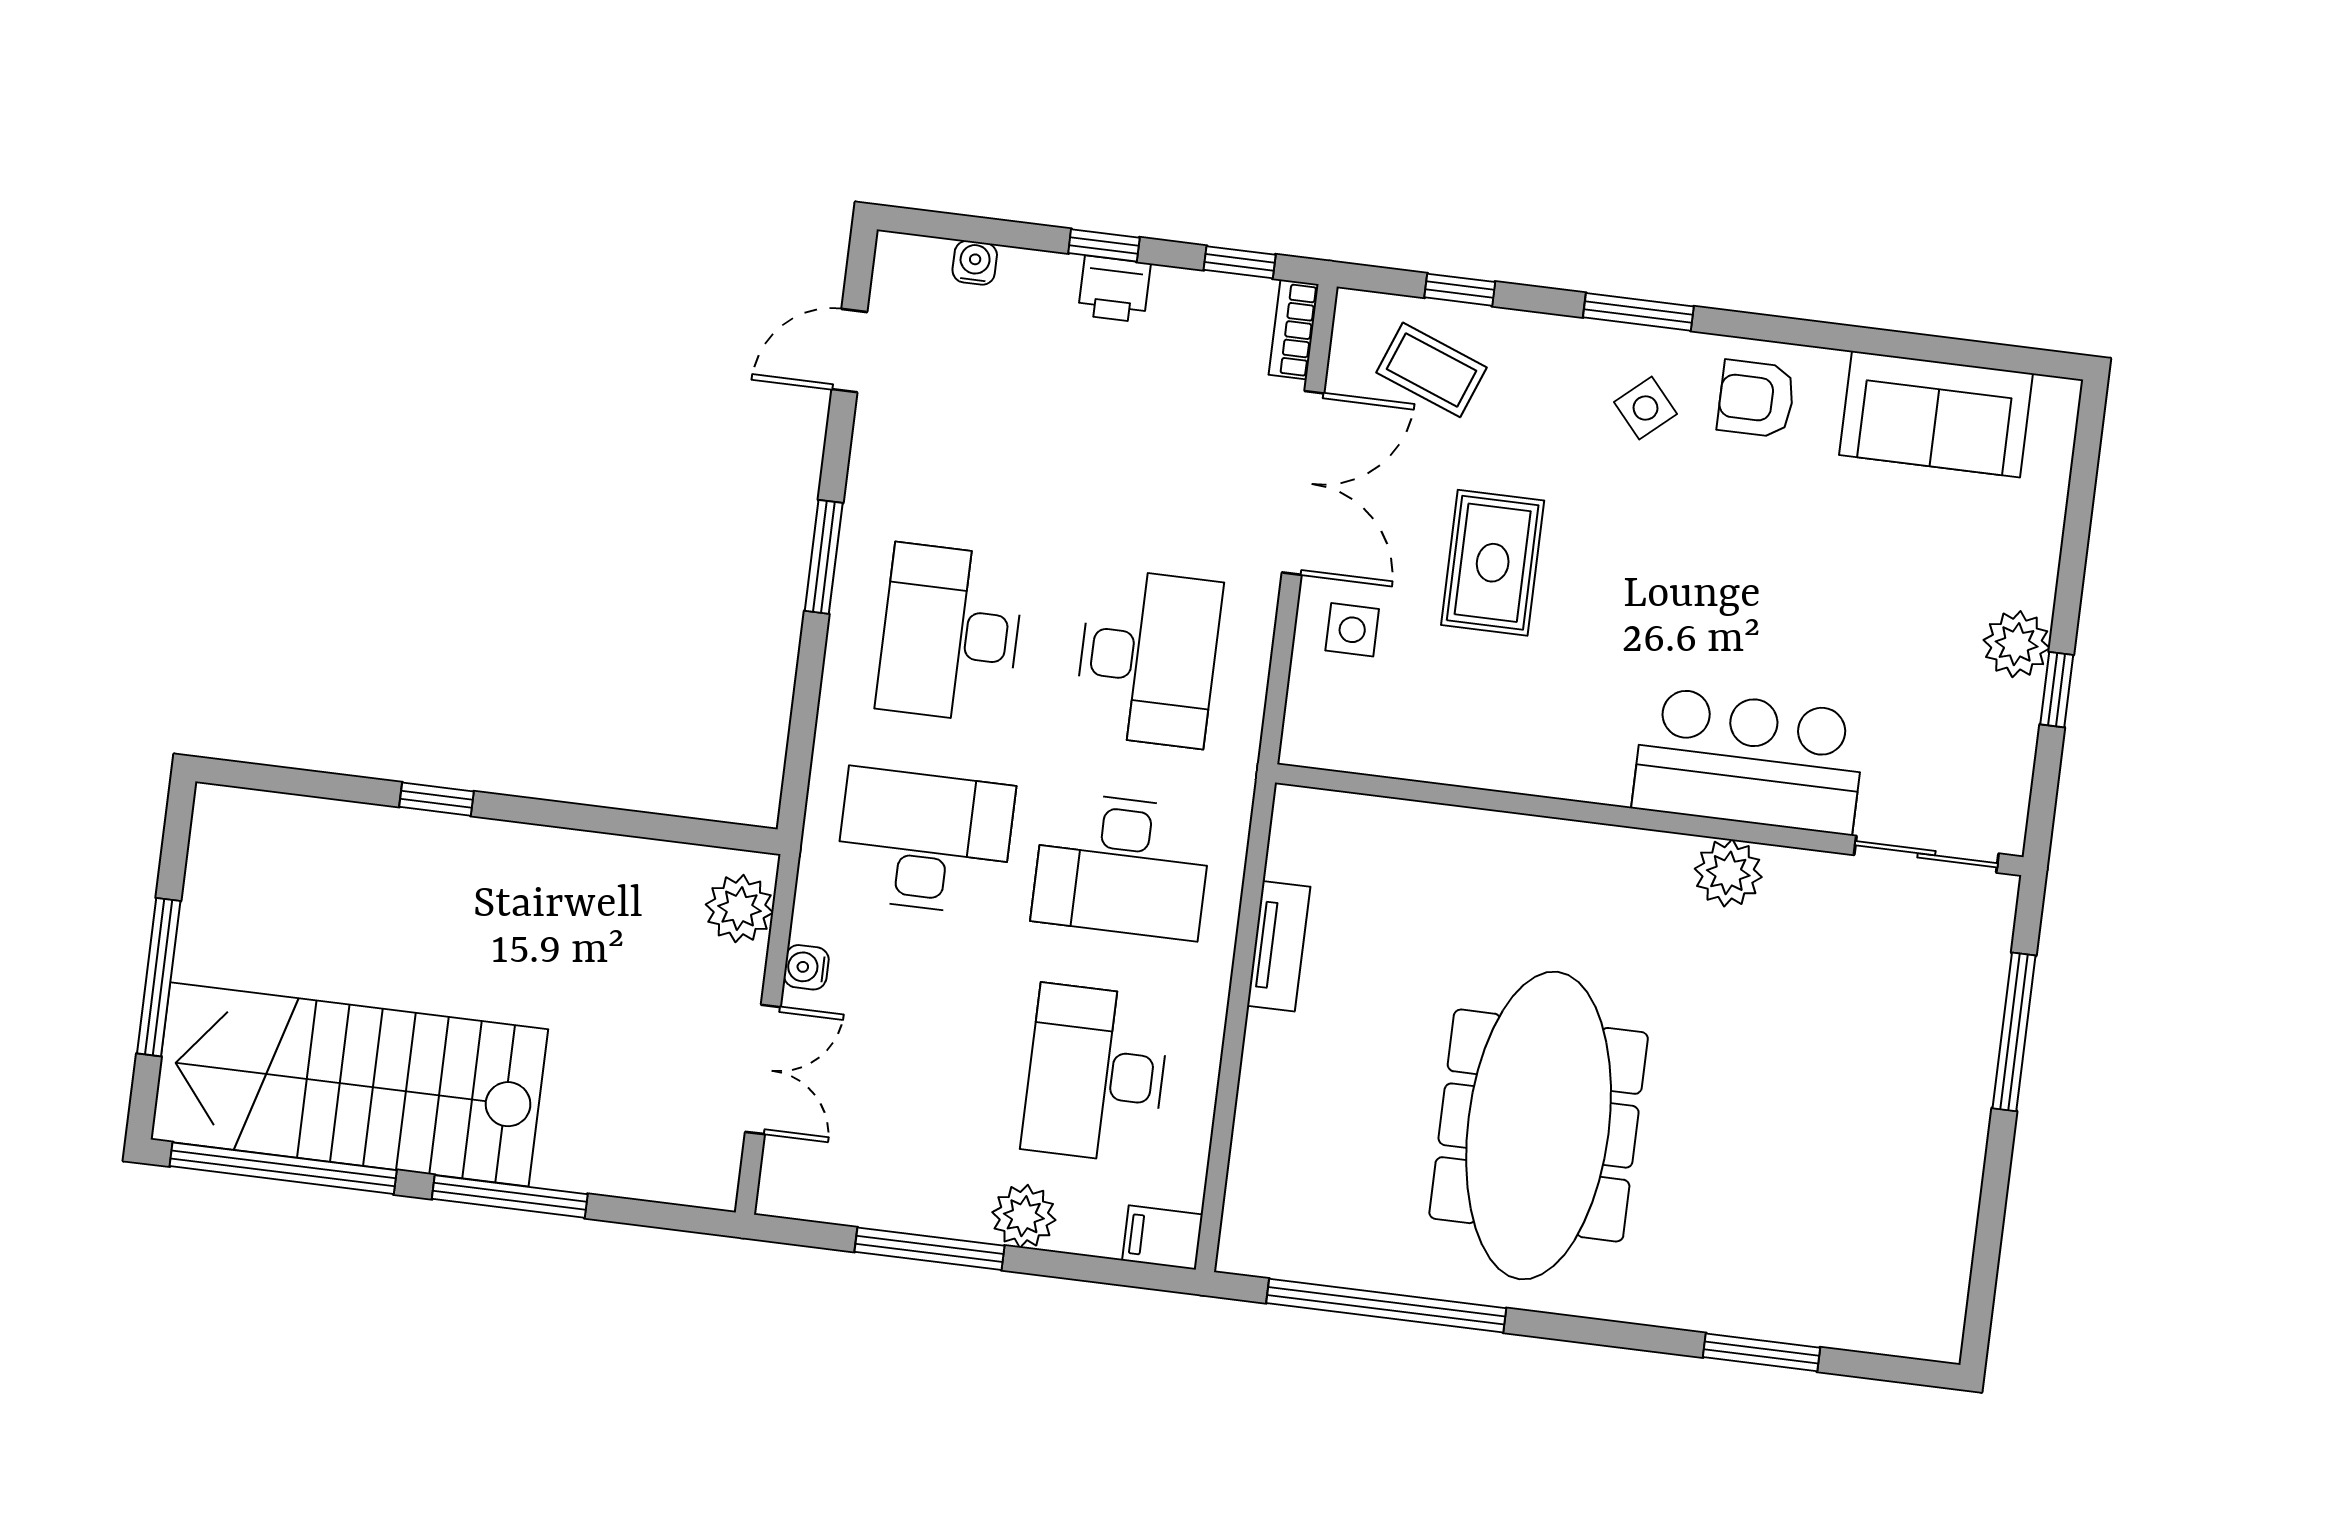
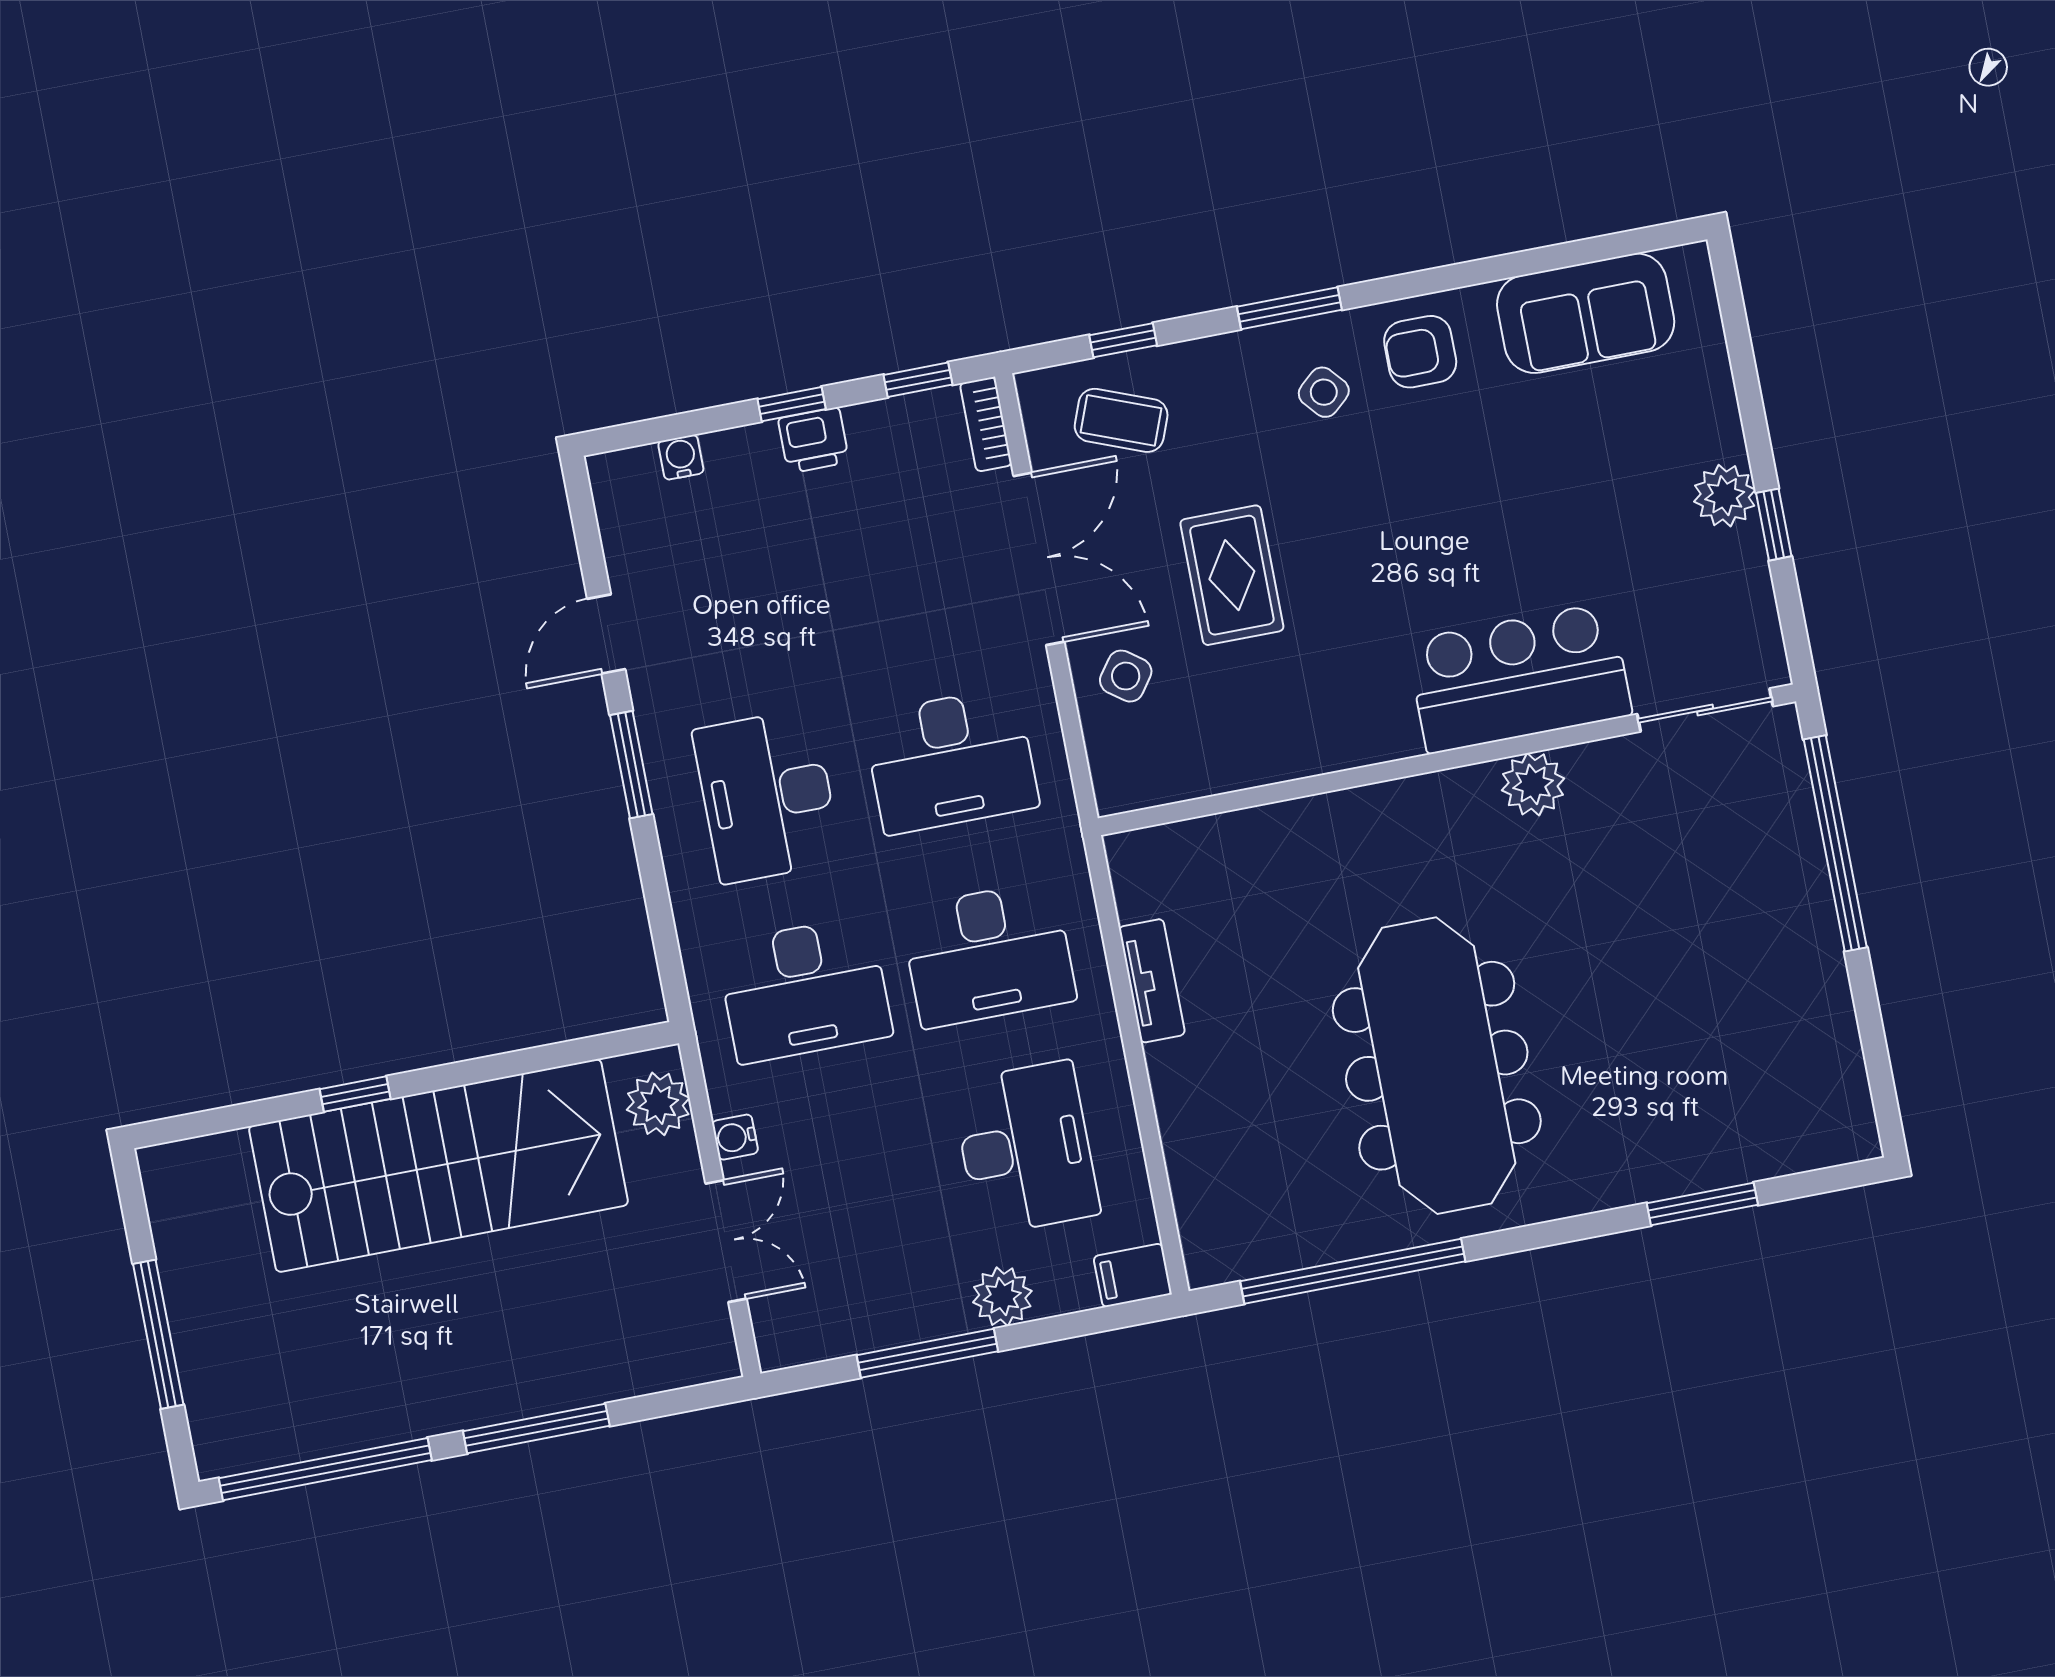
door: (849, 351) -> (606, 634), moved
side table: (1352, 630) -> (1126, 676), turned 36
desk: (1148, 658) -> (951, 761), turned 90
desk: (925, 841) -> (804, 990), turned 180
window: (2014, 1032) -> (1835, 843), width x1.46
desk: (1096, 1074) -> (1026, 1148), turned 180
stairs: (349, 1084) -> (438, 1166), moved, turned 180

